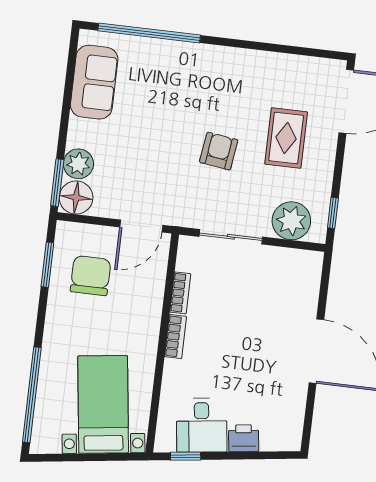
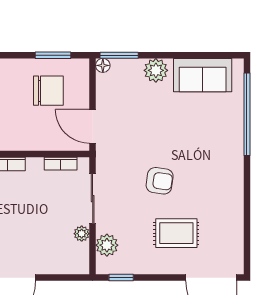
plant: (78, 164) -> (156, 70), moved
floor lamp: (76, 198) -> (103, 65), width x0.53, depth x0.53
plant: (291, 221) -> (107, 245), width x0.73, depth x0.73
plant: (273, 255) -> (82, 234), added
bookcase: (180, 293) -> (61, 164), moved

